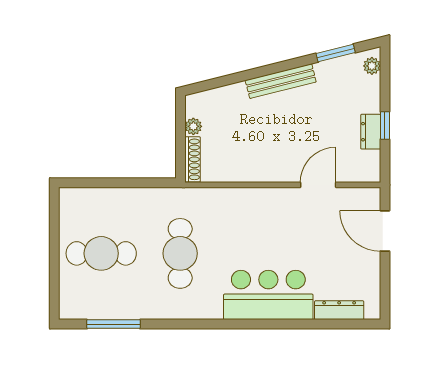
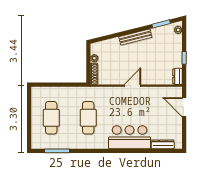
dresser: (371, 132) -> (178, 76), moved
door: (318, 185) -> (132, 86), moved
cafe table: (101, 253) -> (51, 118), turned 90

